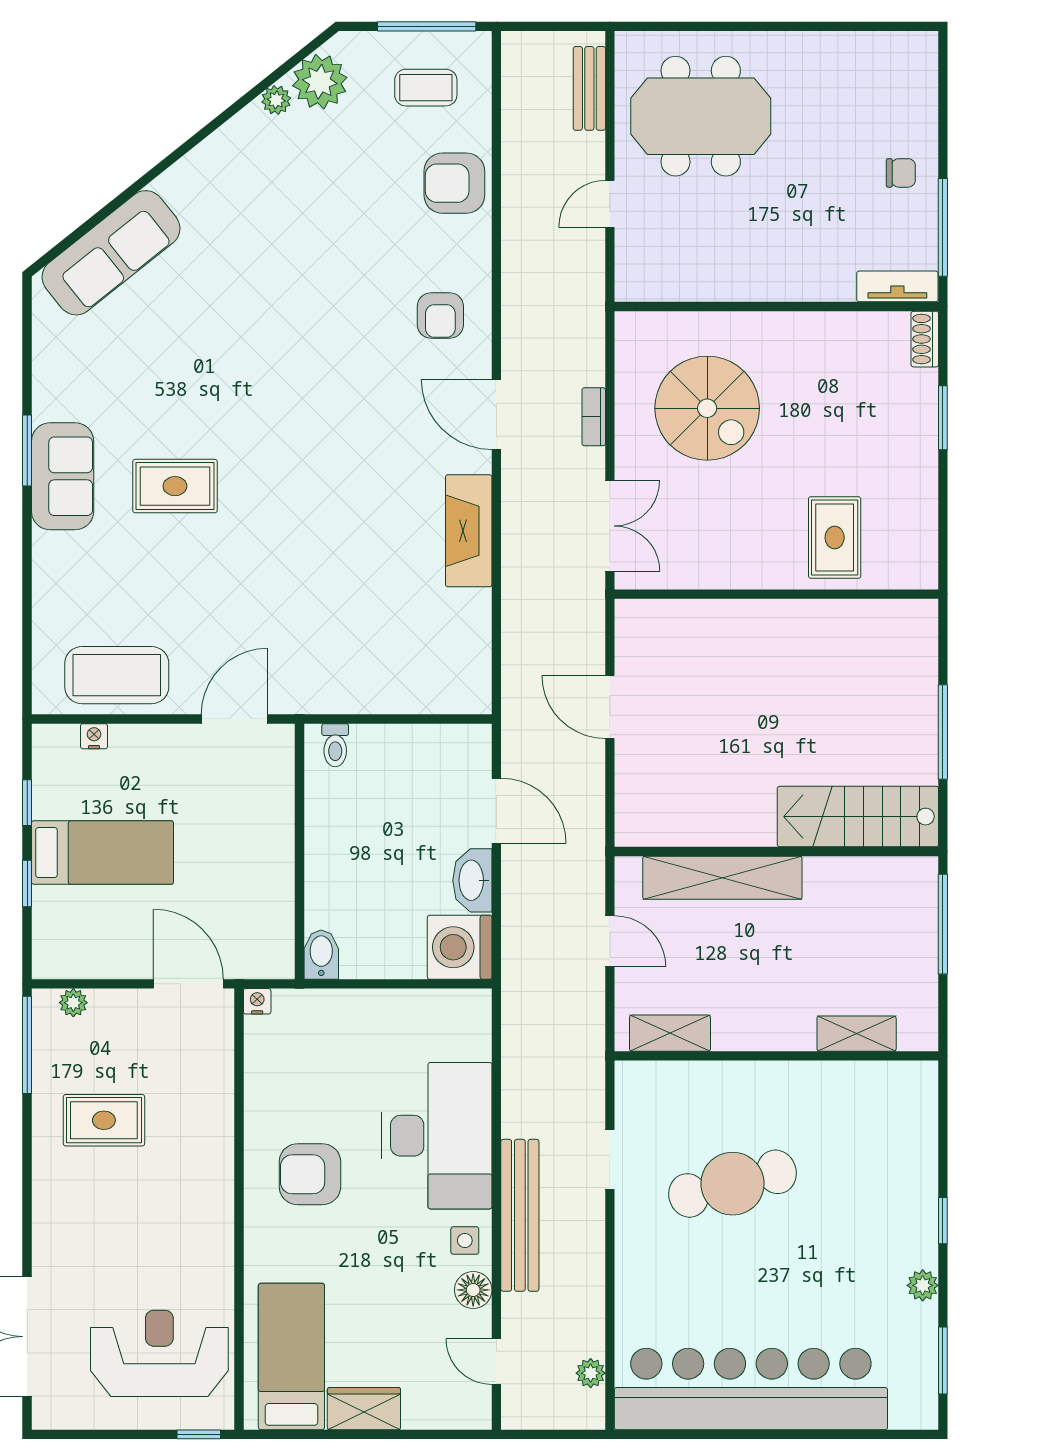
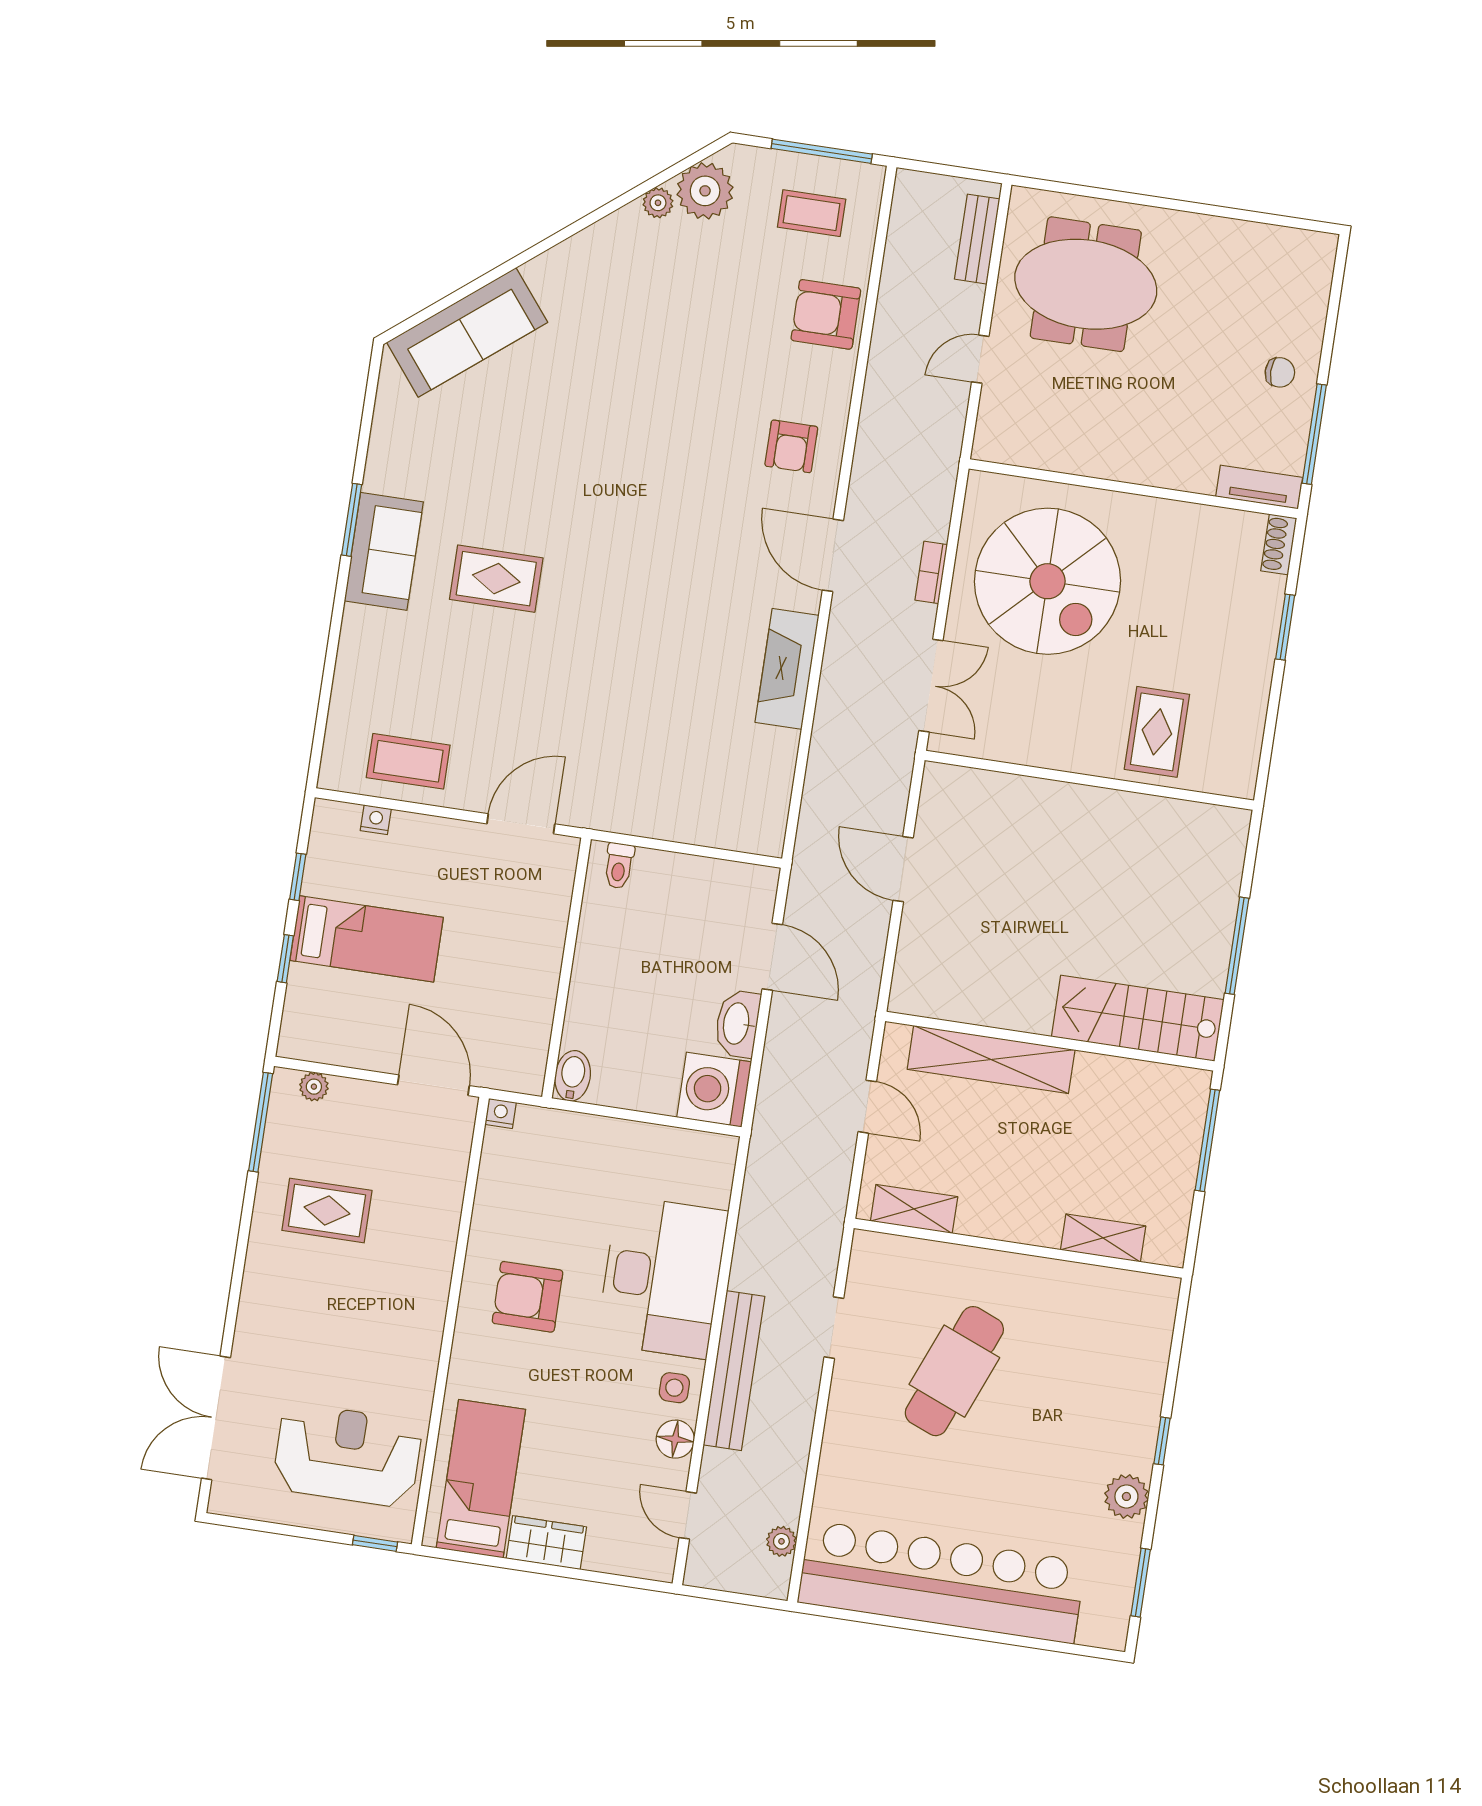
spiral stairs: (707, 408) -> (1048, 581), width x1.37, depth x1.37
coffee table: (117, 675) -> (408, 761), width x0.73, depth x0.76
cafe table: (732, 1184) -> (954, 1371), turned -53
plant: (923, 1285) -> (1126, 1496), width x1.38, depth x1.38

